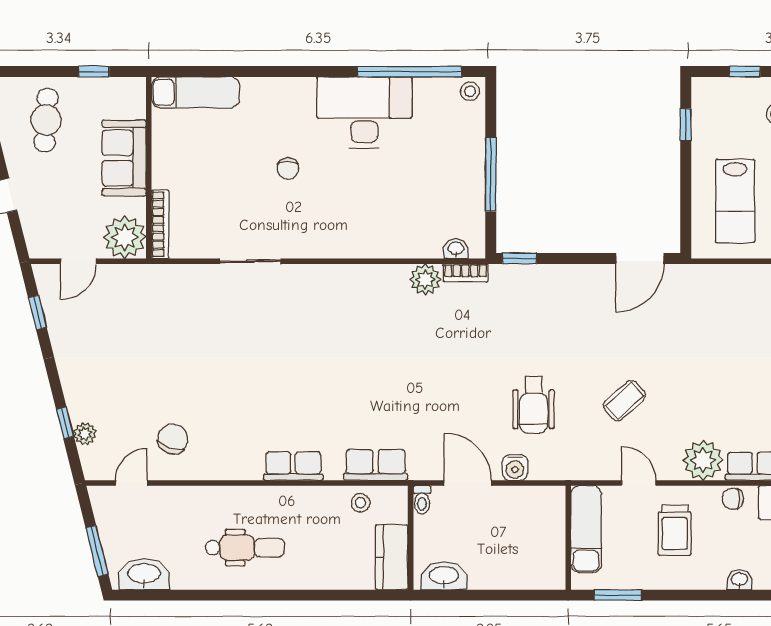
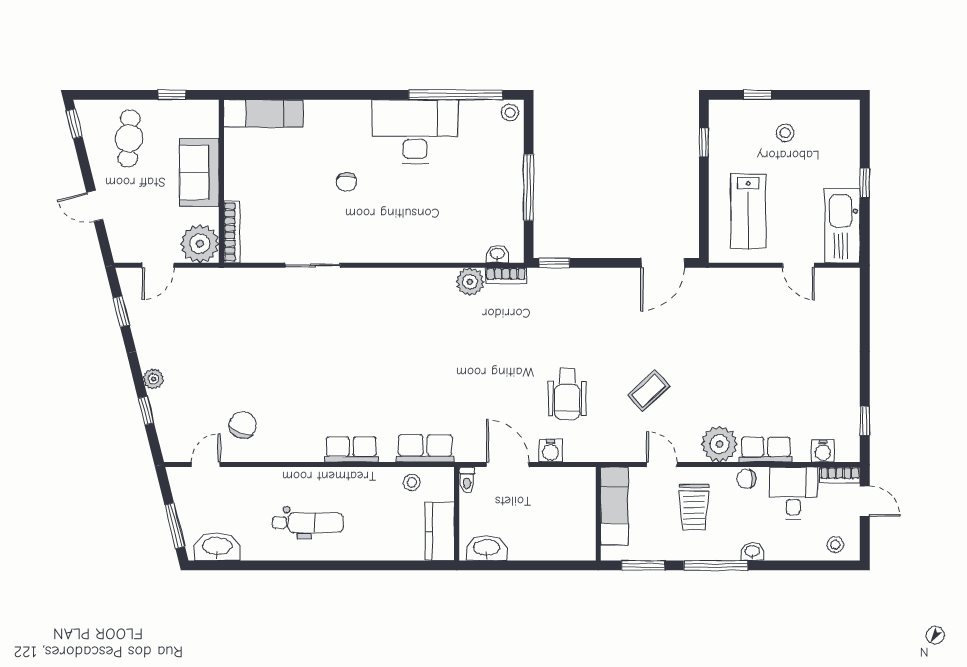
plant: (85, 434) -> (154, 379), moved
window: (699, 595) -> (716, 565), added

